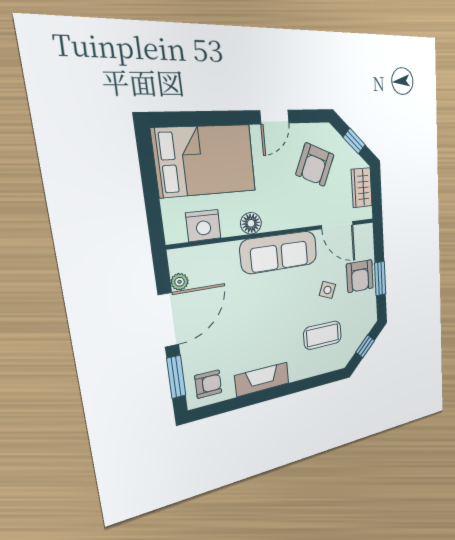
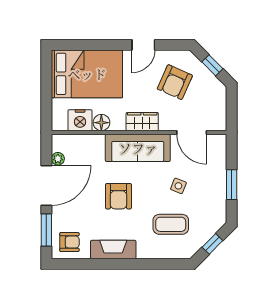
wardrobe: (362, 188) -> (142, 122), moved, turned 90
floor lamp: (251, 223) -> (101, 123), moved
armchair: (360, 276) -> (118, 196), moved

